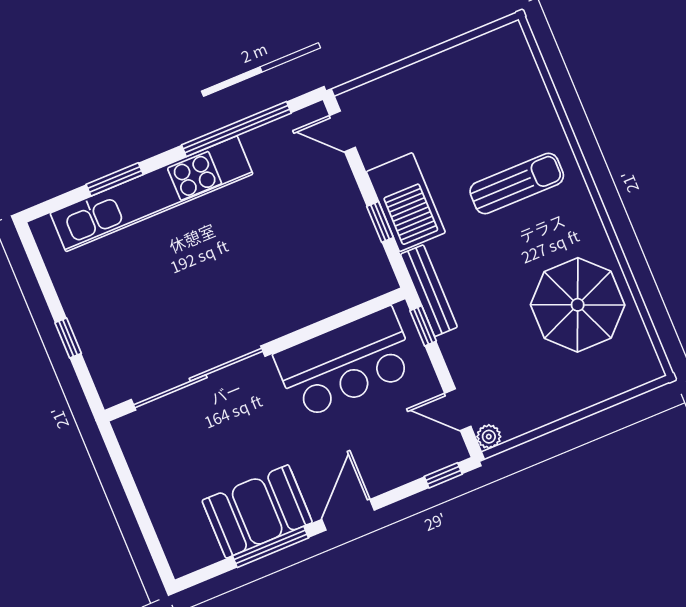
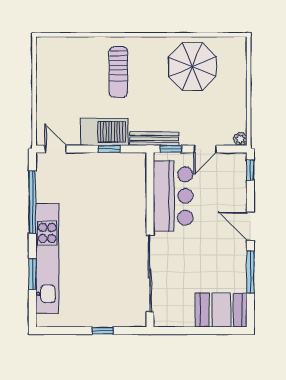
door: (343, 131) -> (56, 149), swing flipped
sun lounger: (517, 183) -> (118, 72), turned 180
door: (458, 410) -> (205, 149), moved
booth: (257, 511) -> (221, 310), moved, turned 90

